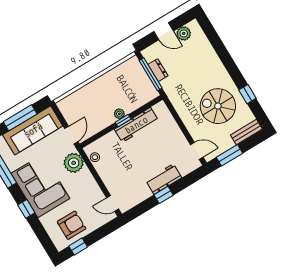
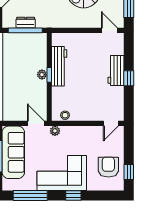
door: (197, 151) -> (109, 30), hinge flipped
plant: (74, 163) -> (55, 131), width x0.53, depth x0.53

